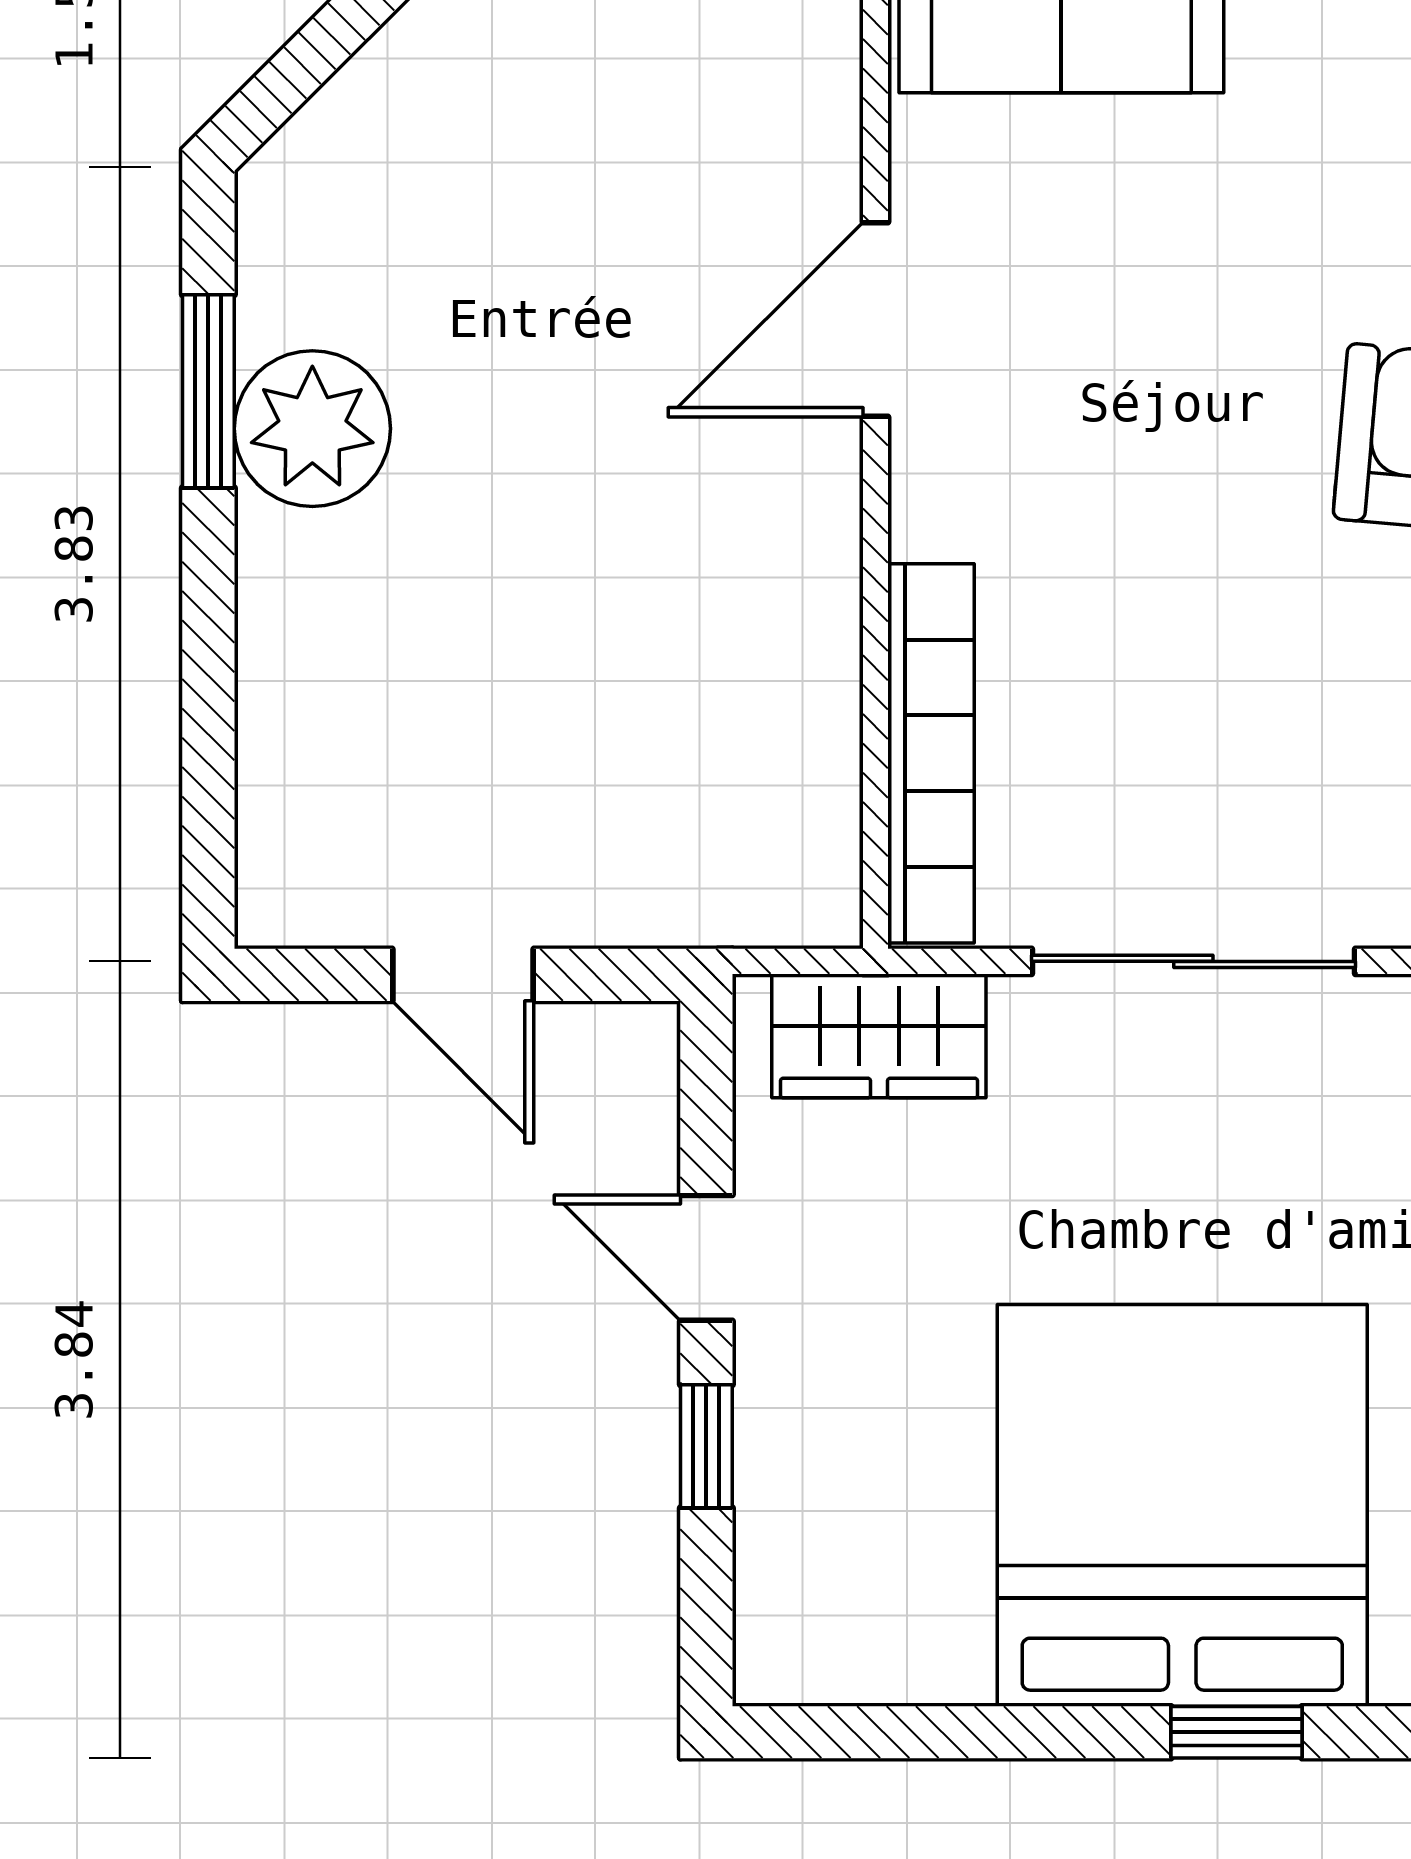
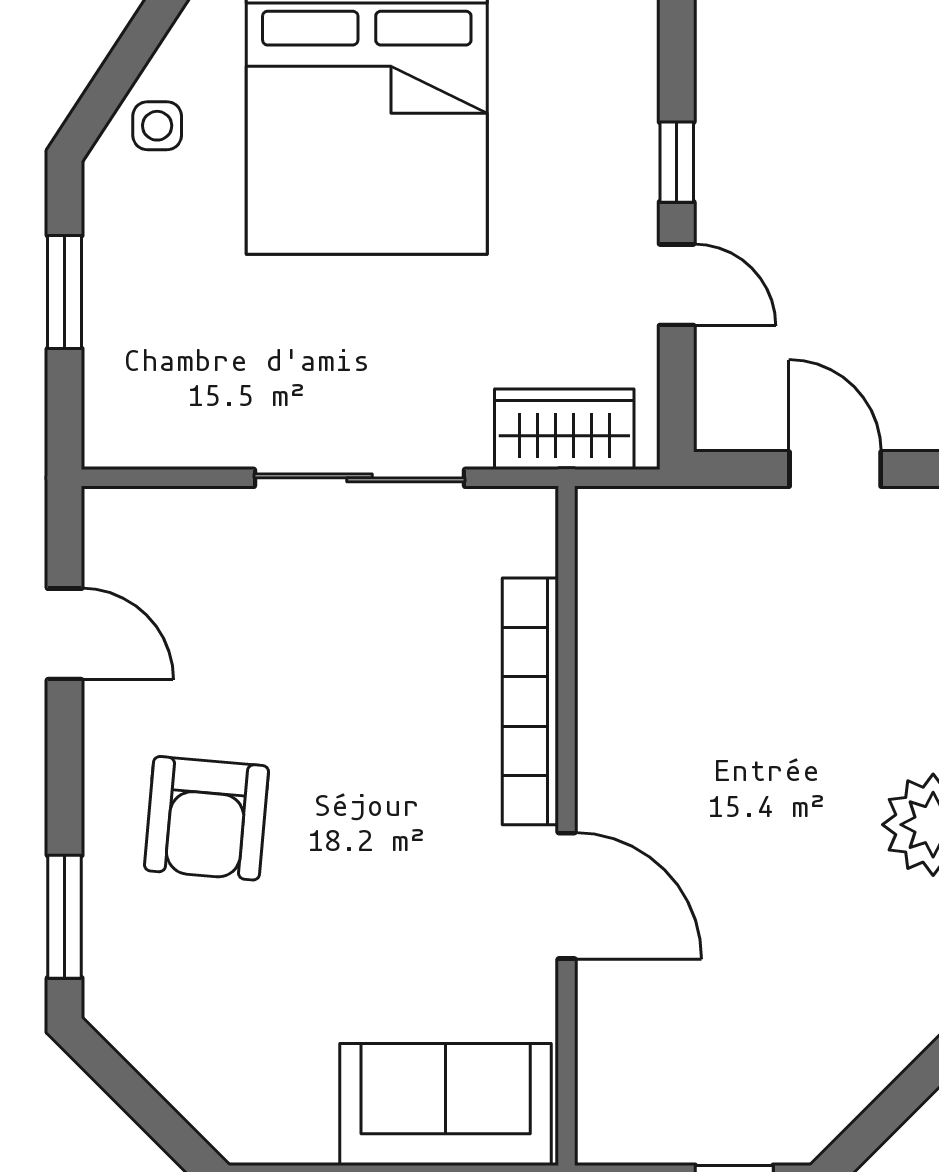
door: (876, 319) -> (567, 896), hinge flipped
bookcase: (931, 753) -> (530, 701), moved

